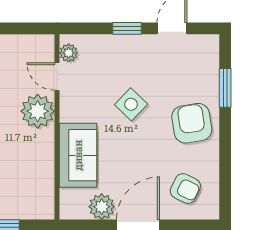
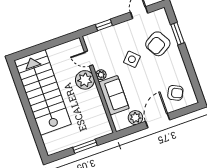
window: (127, 28) -> (104, 25), moved
plant: (69, 53) -> (101, 75), moved
armchair: (192, 123) -> (158, 44), moved, turned -111

